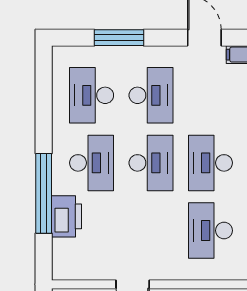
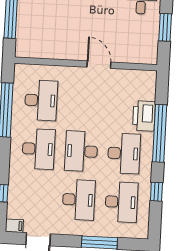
desk: (151, 95) -> (79, 200), turned 180
window: (44, 112) -> (156, 192), added
desk: (92, 163) -> (124, 153), turned 180

